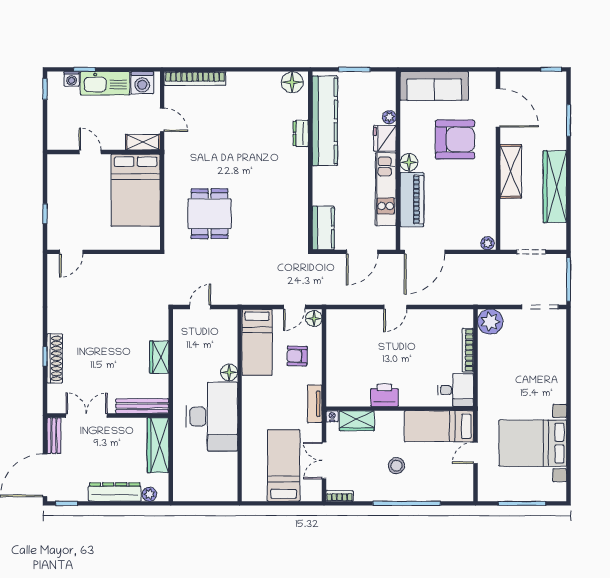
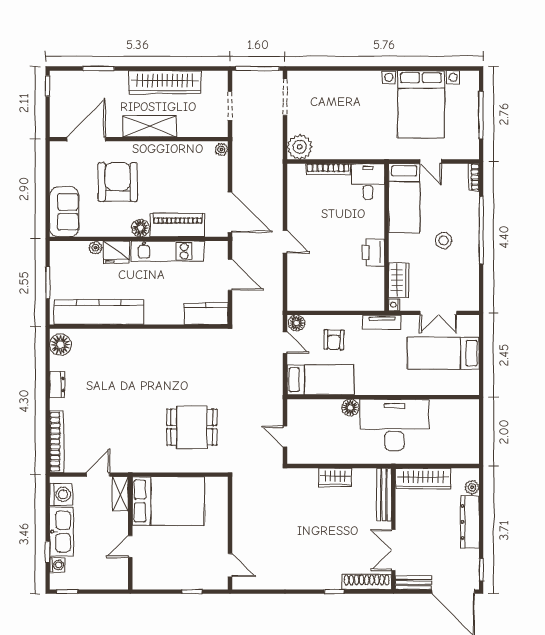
sofa: (434, 86) -> (64, 212), width x0.73
dresser: (301, 133) -> (57, 384), moved, turned -90
shoe rack: (55, 359) -> (367, 582), moved
bookcase: (340, 496) -> (474, 177), moved

